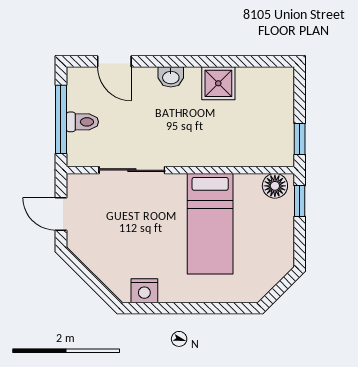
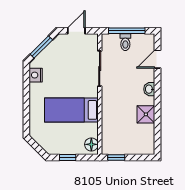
window: (300, 201) -> (68, 158), moved
window: (91, 280) -> (41, 47), added

